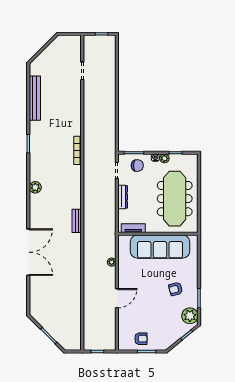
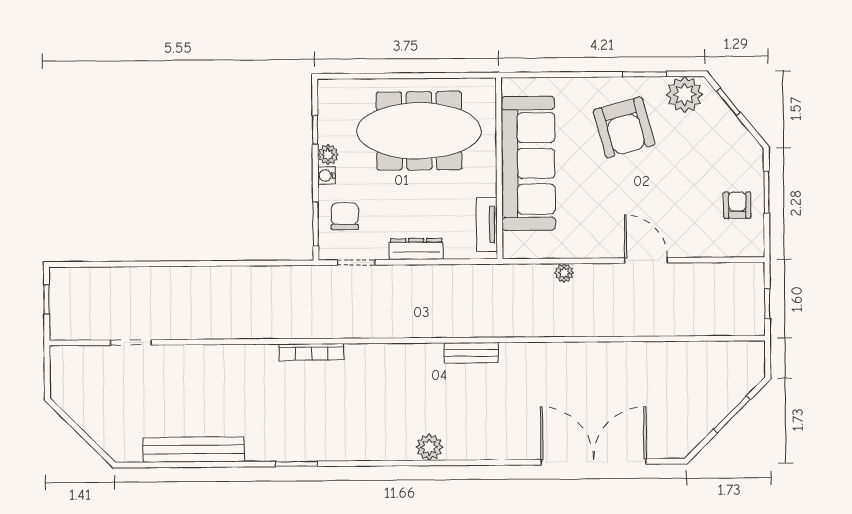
plant: (35, 187) -> (429, 447), moved
double door: (28, 252) -> (593, 462), moved
armchair: (176, 289) -> (624, 127), width x1.88, depth x1.88

